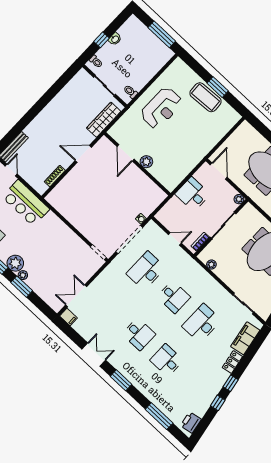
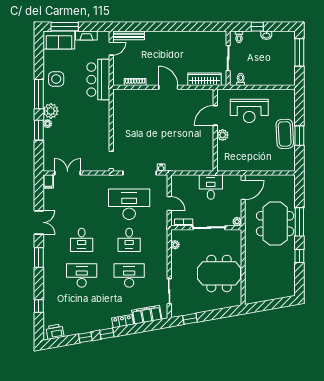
window: (162, 34) -> (299, 52), moved
door: (126, 153) -> (215, 115), moved
plant: (146, 162) -> (223, 135), moved
wall: (137, 164) -> (215, 130), moved
desk: (146, 271) -> (129, 204), width x1.36, depth x1.30
desk: (167, 360) -> (82, 275), width x1.37
window: (159, 416) -> (39, 306), width x0.46

